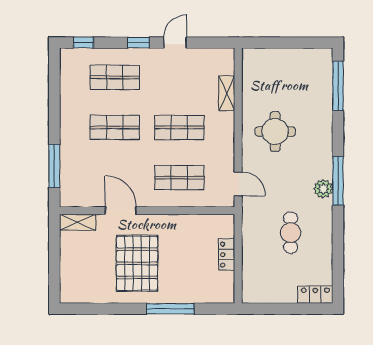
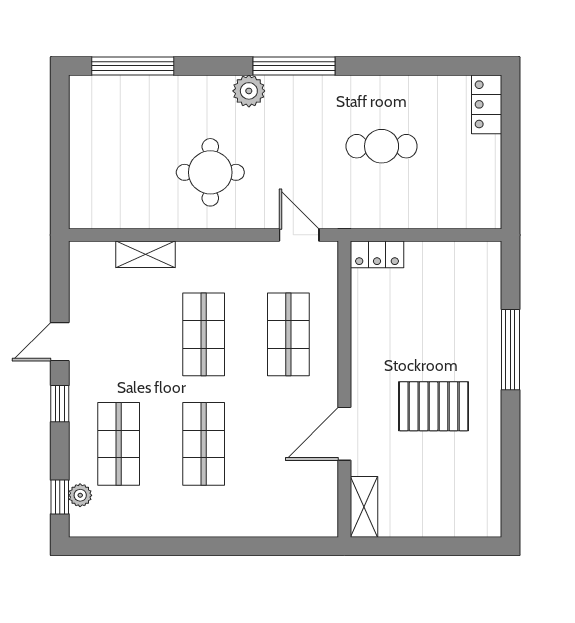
door: (175, 43) -> (60, 342), hinge flipped
plant: (84, 55) -> (80, 495), added
window: (54, 166) -> (269, 546), removed
door: (238, 184) -> (299, 235), hinge flipped
plant: (323, 189) -> (249, 91), moved
locker: (227, 255) -> (377, 254), moved
pallet: (137, 263) -> (434, 406), width x0.73, depth x0.71

